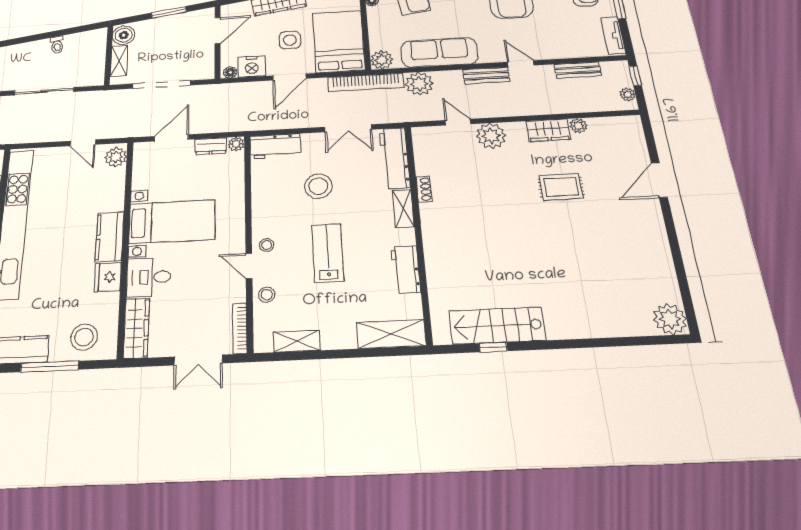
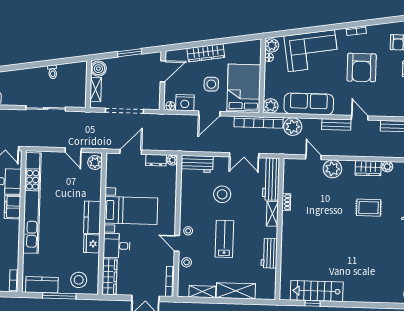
shelving: (391, 334) -> (236, 291), moved

